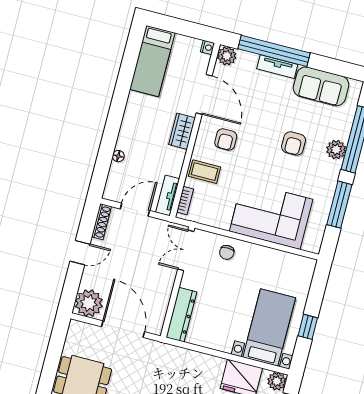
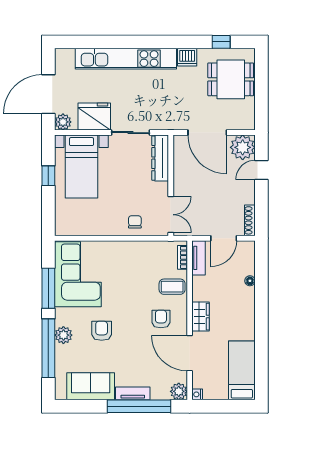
corner sofa: (271, 215) -> (78, 274), moved, turned -90
door: (80, 253) -> (261, 170), moved
sliding door: (206, 351) -> (130, 133), added

